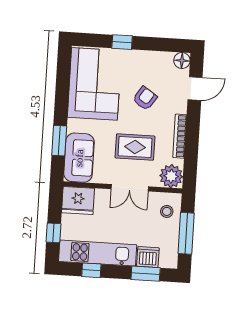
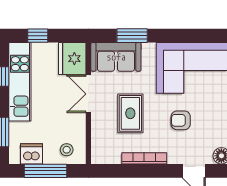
armchair: (145, 98) -> (181, 120), turned 146
plant: (171, 176) -> (103, 152), removed
double door: (130, 188) -> (88, 94), moved
dishwasher: (148, 257) -> (32, 154), moved, turned -90

